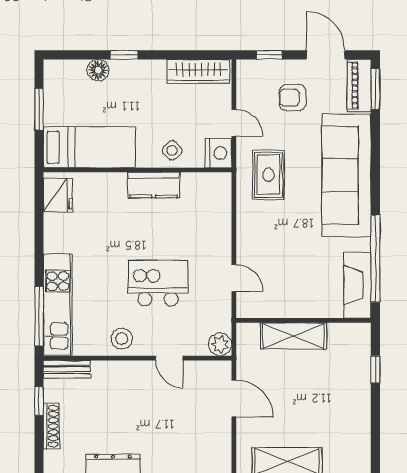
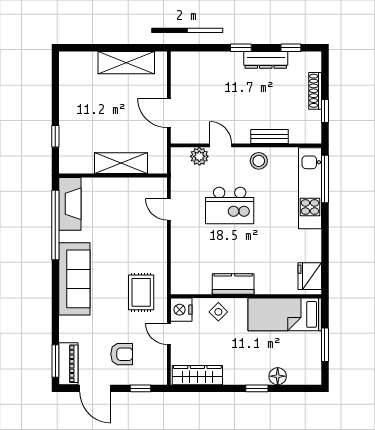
sofa: (347, 175) -> (74, 279), width x0.74, depth x0.79
plant: (220, 344) -> (199, 156), moved
bench: (67, 369) -> (269, 136), moved

